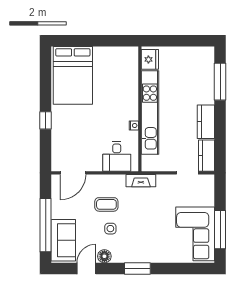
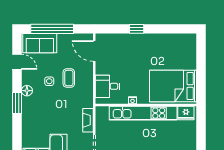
bed: (73, 75) -> (173, 86), moved
fireplace: (141, 181) -> (88, 120), moved
floor lamp: (104, 256) -> (27, 91), moved

